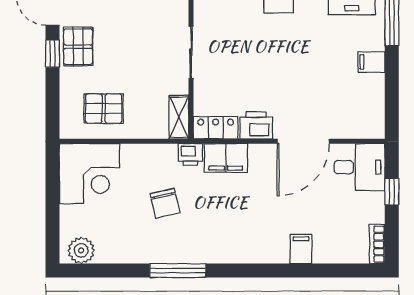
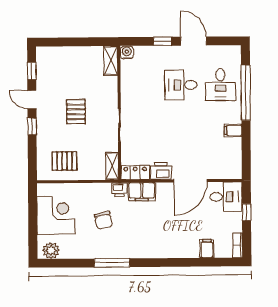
pallet: (78, 47) -> (76, 112), moved
corner desk: (89, 174) -> (56, 215), moved, turned -90
filing cabinet: (301, 249) -> (207, 249), moved

